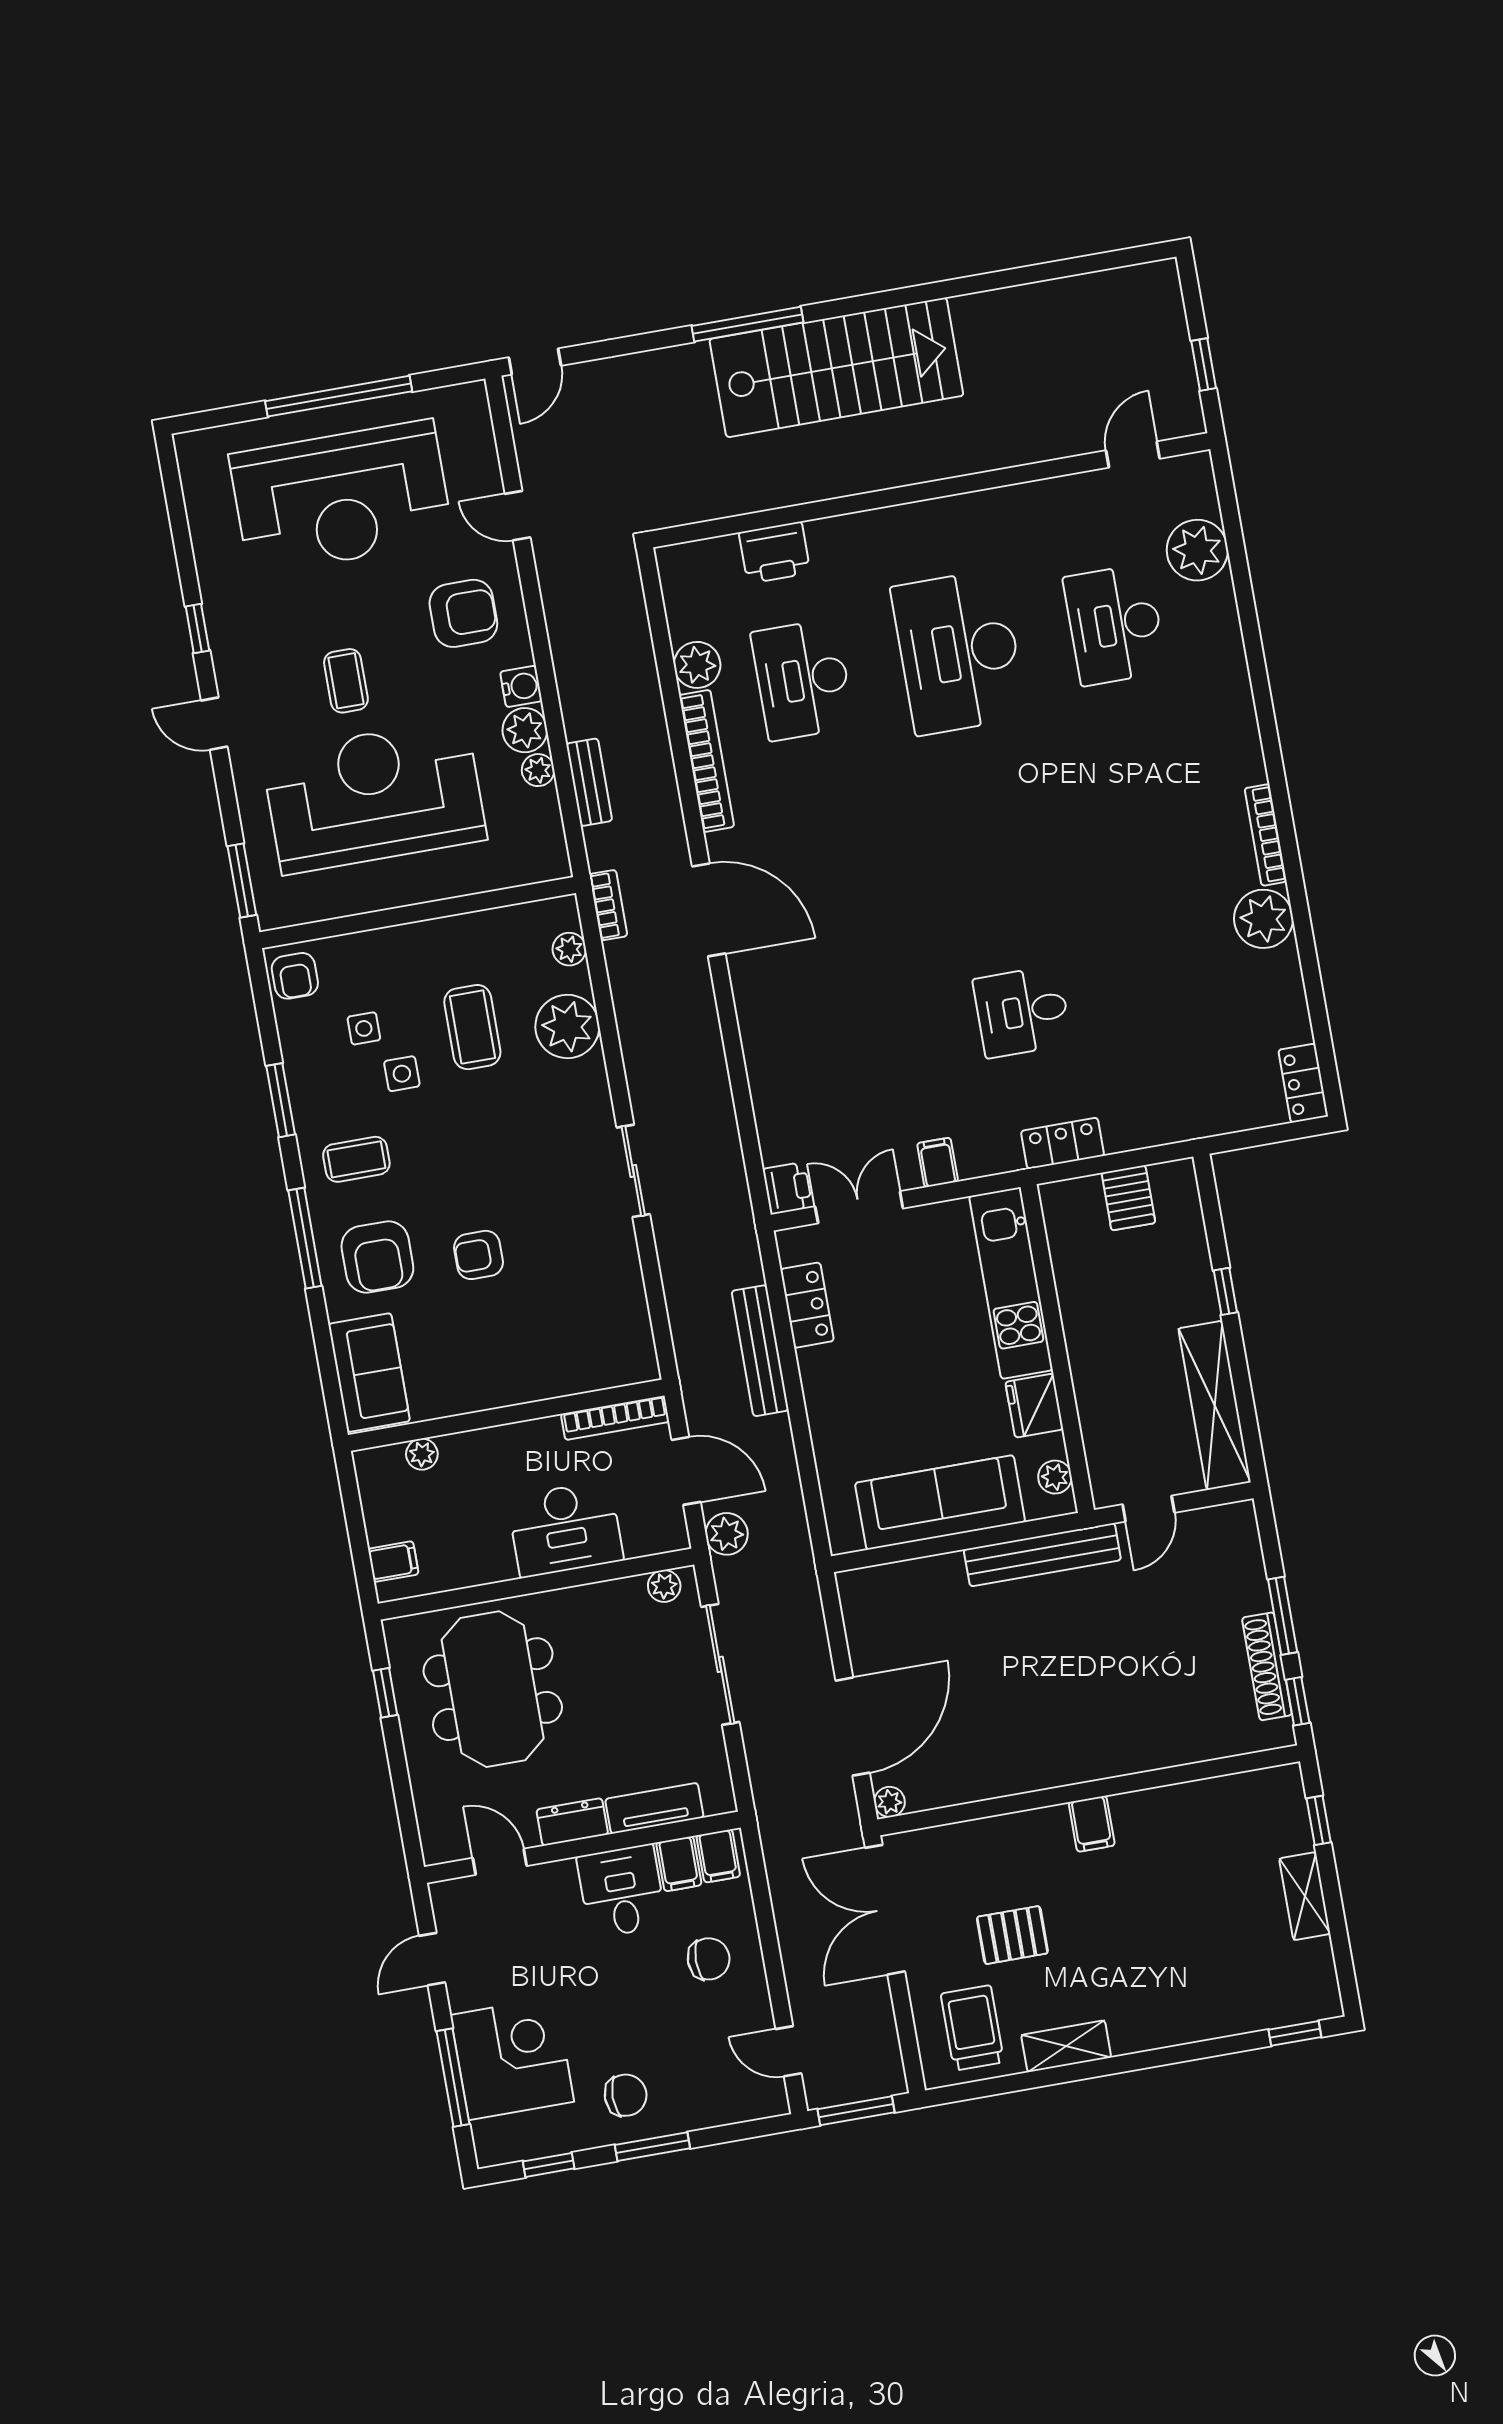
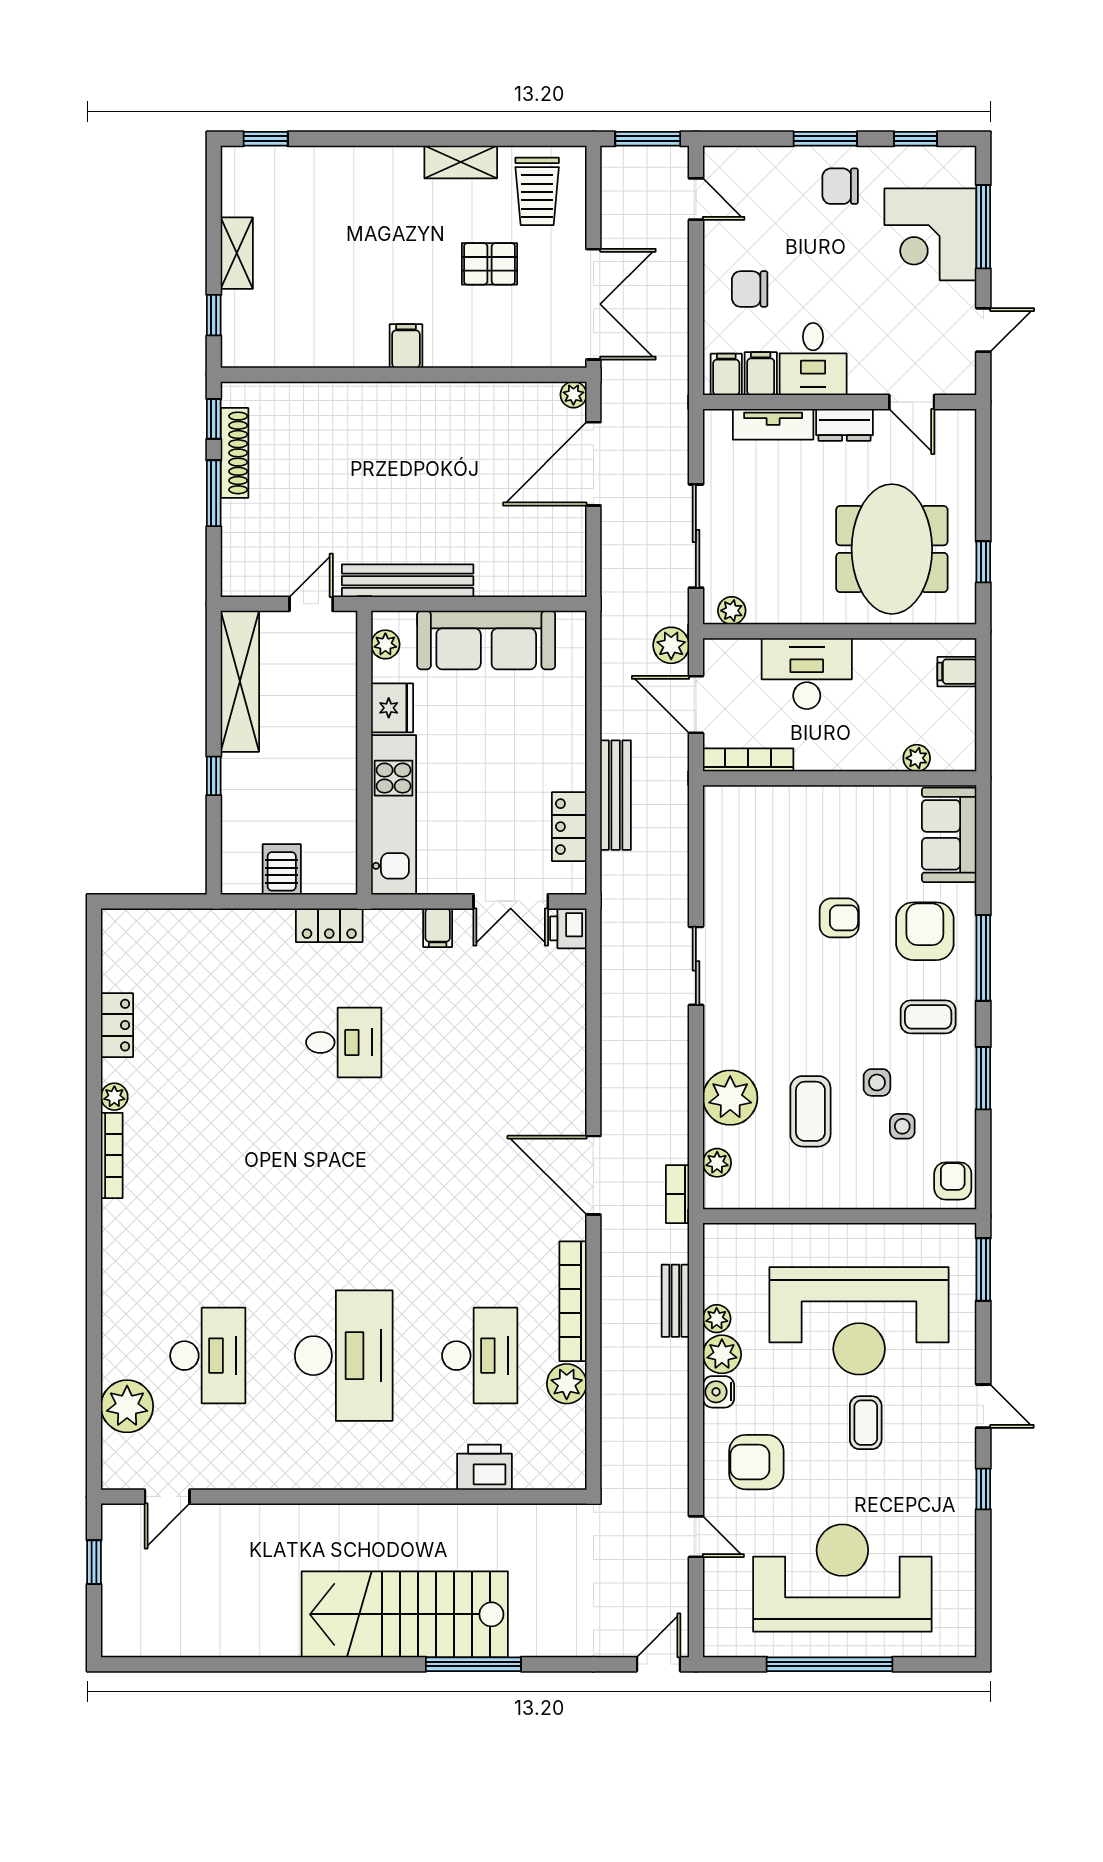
plant: (1264, 919) -> (114, 1097), width x0.53, depth x0.53
locker: (1303, 1083) -> (117, 1025), moved

